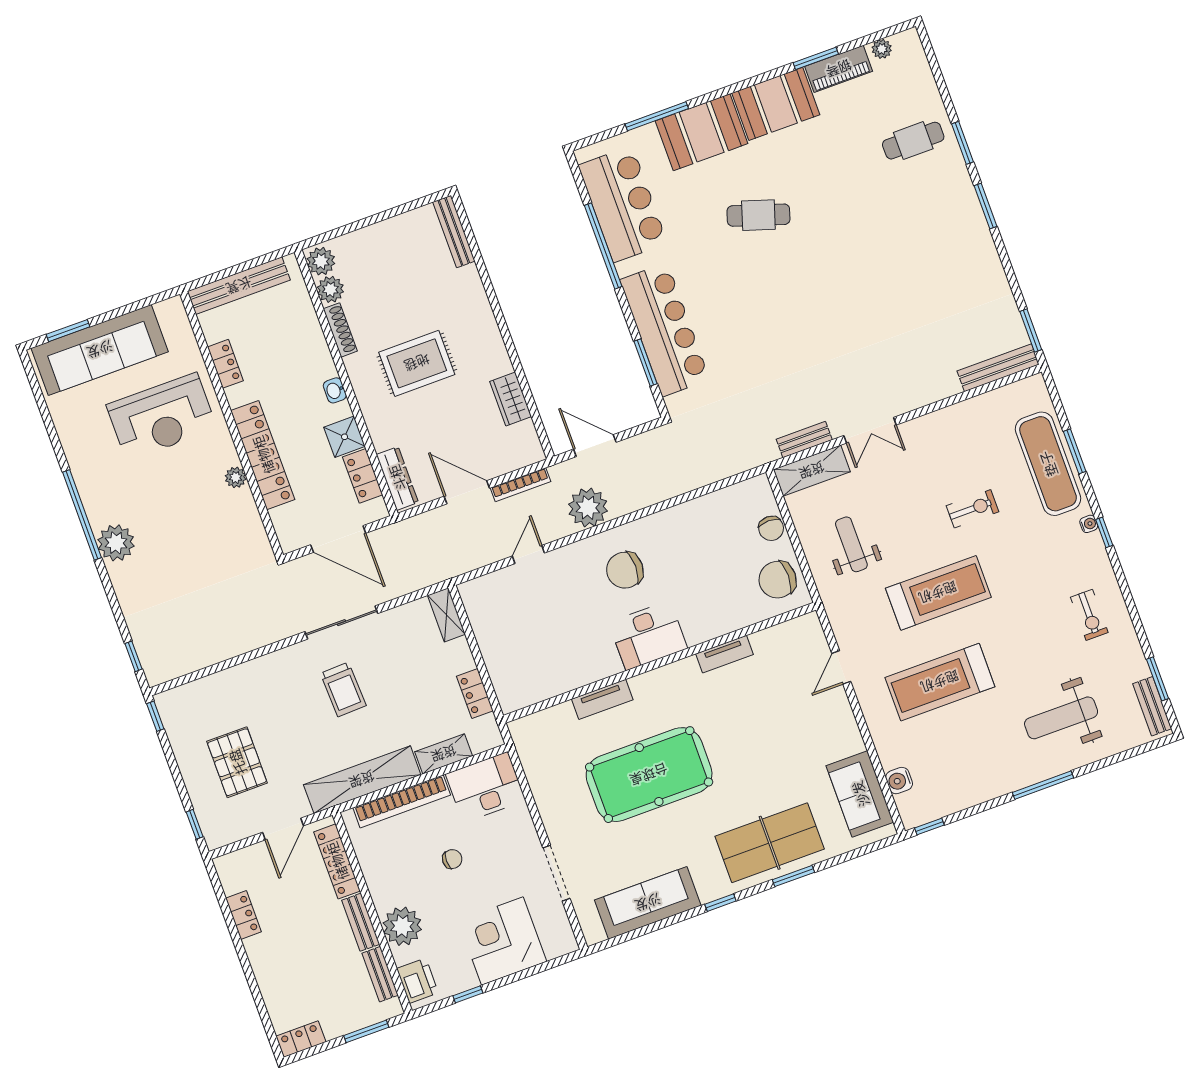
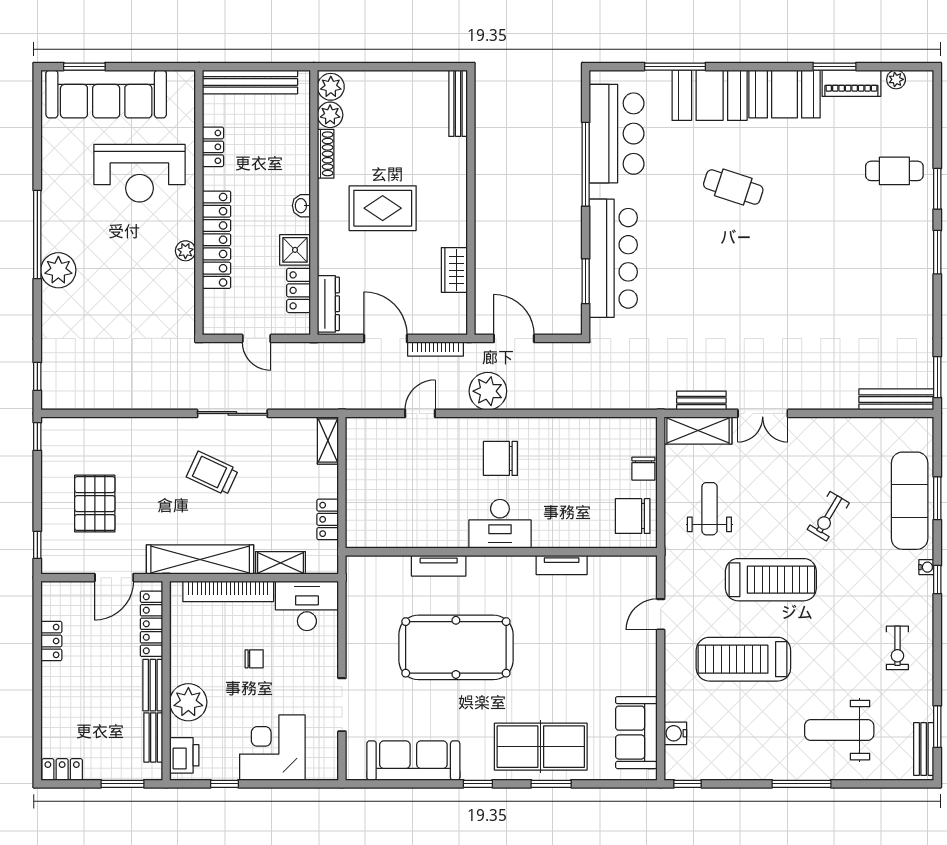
exercise bike: (973, 509) -> (828, 516), turned 121
door: (338, 539) -> (256, 338), width x0.53
trolley: (343, 689) -> (212, 473), turned 117

